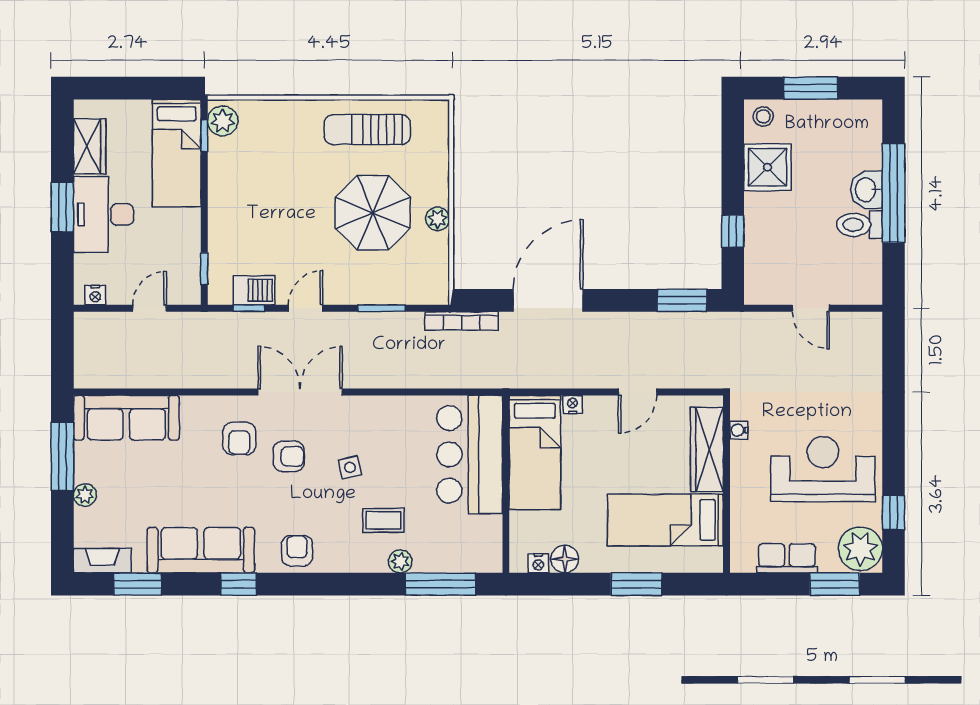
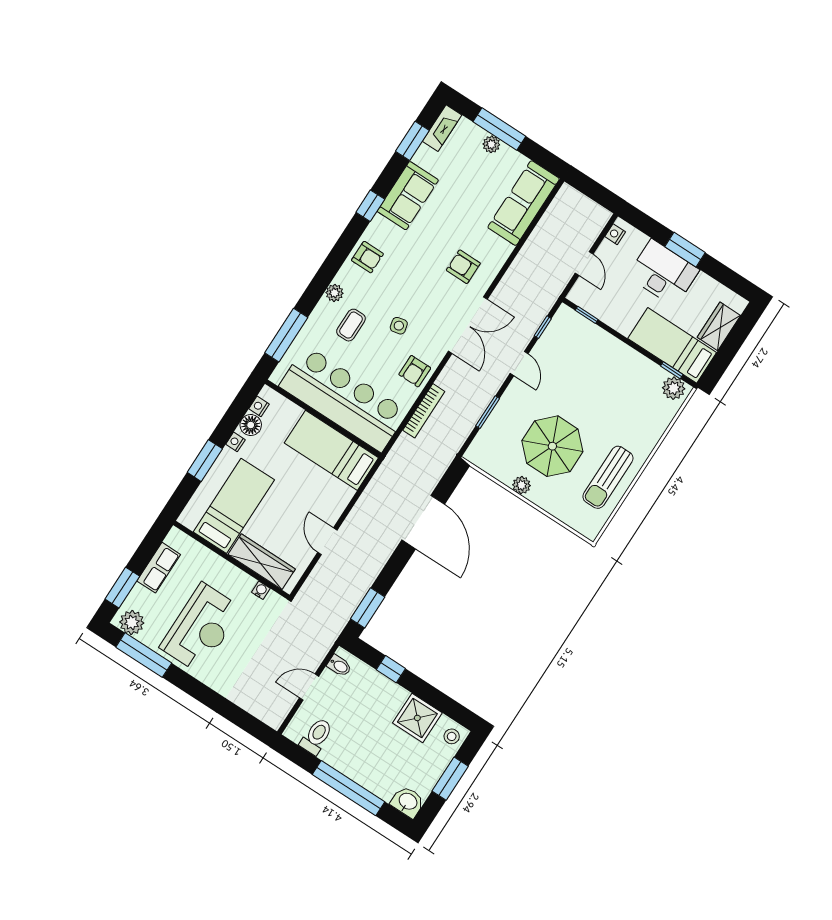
sun lounger: (367, 130) -> (608, 477), turned 180
wardrobe: (90, 146) -> (719, 326), moved, turned 90
washbasin: (866, 190) -> (408, 802), moved
toilet: (860, 225) -> (316, 736), moved
barbecue: (254, 290) -> (552, 338), removed
bidet: (766, 290) -> (339, 666), added
bookcase: (462, 321) -> (424, 411), moved, turned 180
nightstand: (572, 404) -> (235, 442), moved, turned 180
bar counter: (470, 454) -> (343, 399), width x1.36
window: (62, 456) -> (499, 129), moved
armchair: (289, 456) -> (415, 371), moved
window: (894, 512) -> (144, 655), width x2.17
plant: (860, 549) -> (132, 622), width x0.73, depth x0.73
sofa: (201, 550) -> (408, 196), width x0.73
plant: (400, 561) -> (334, 293), moved

